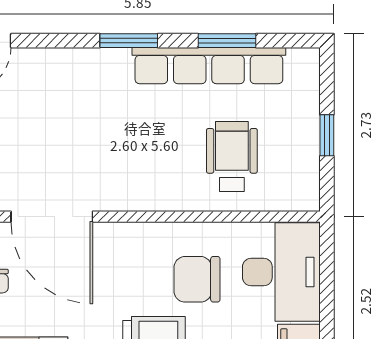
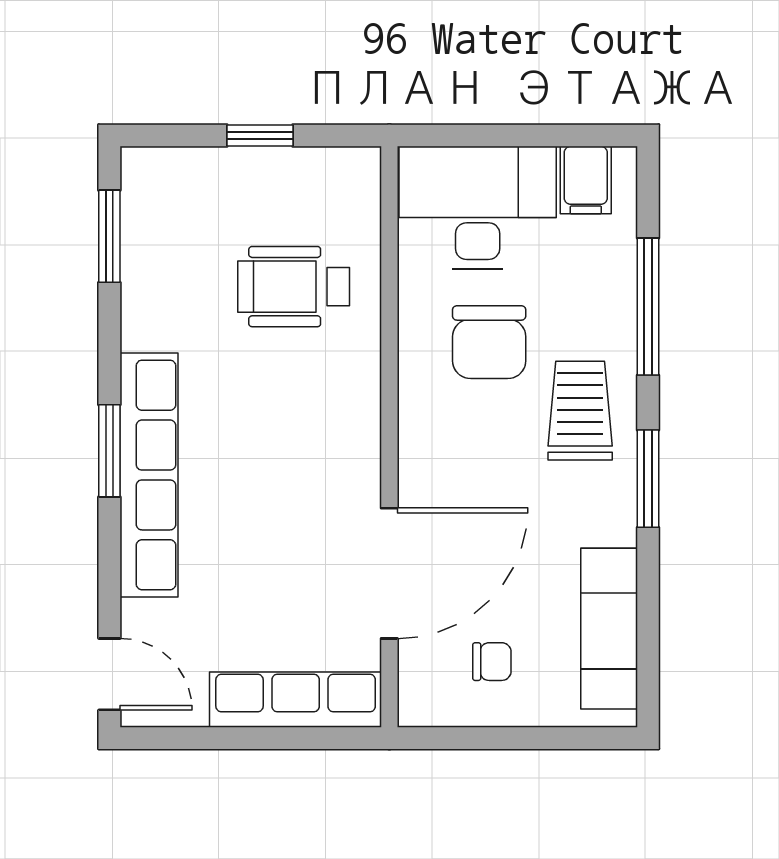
window: (227, 41) -> (109, 236), moved
row of seats: (209, 66) -> (149, 475), moved

